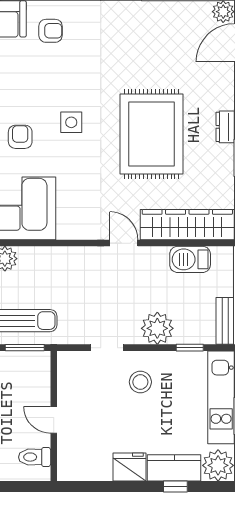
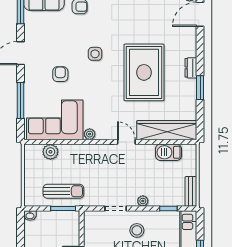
side table: (71, 122) -> (95, 54), moved
plant: (66, 231) -> (90, 134), added
plant: (157, 328) -> (143, 201), width x0.53, depth x0.53

